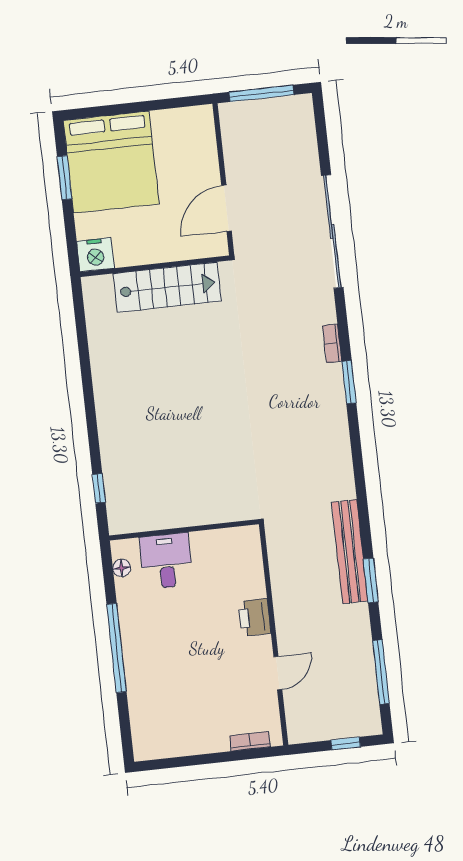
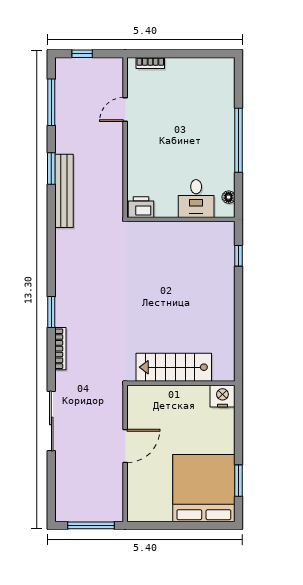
sliding door: (332, 232) -> (51, 421), width x0.73
nightstand: (95, 255) -> (222, 396), moved
wall: (155, 266) -> (181, 383), moved
stairs: (167, 287) -> (174, 367), moved
bookcase: (332, 343) -> (60, 349), width x1.56
printer: (255, 617) -> (141, 207), moved, turned -90

